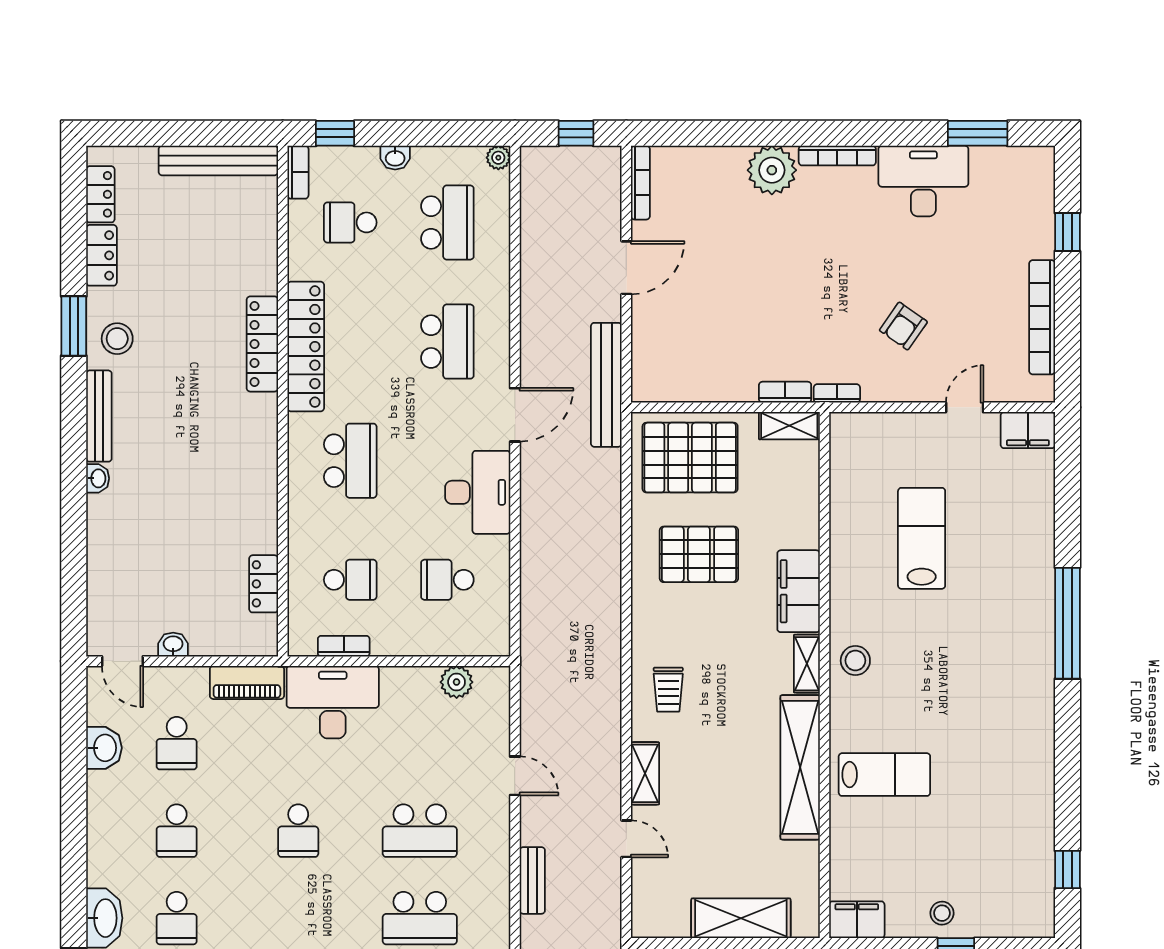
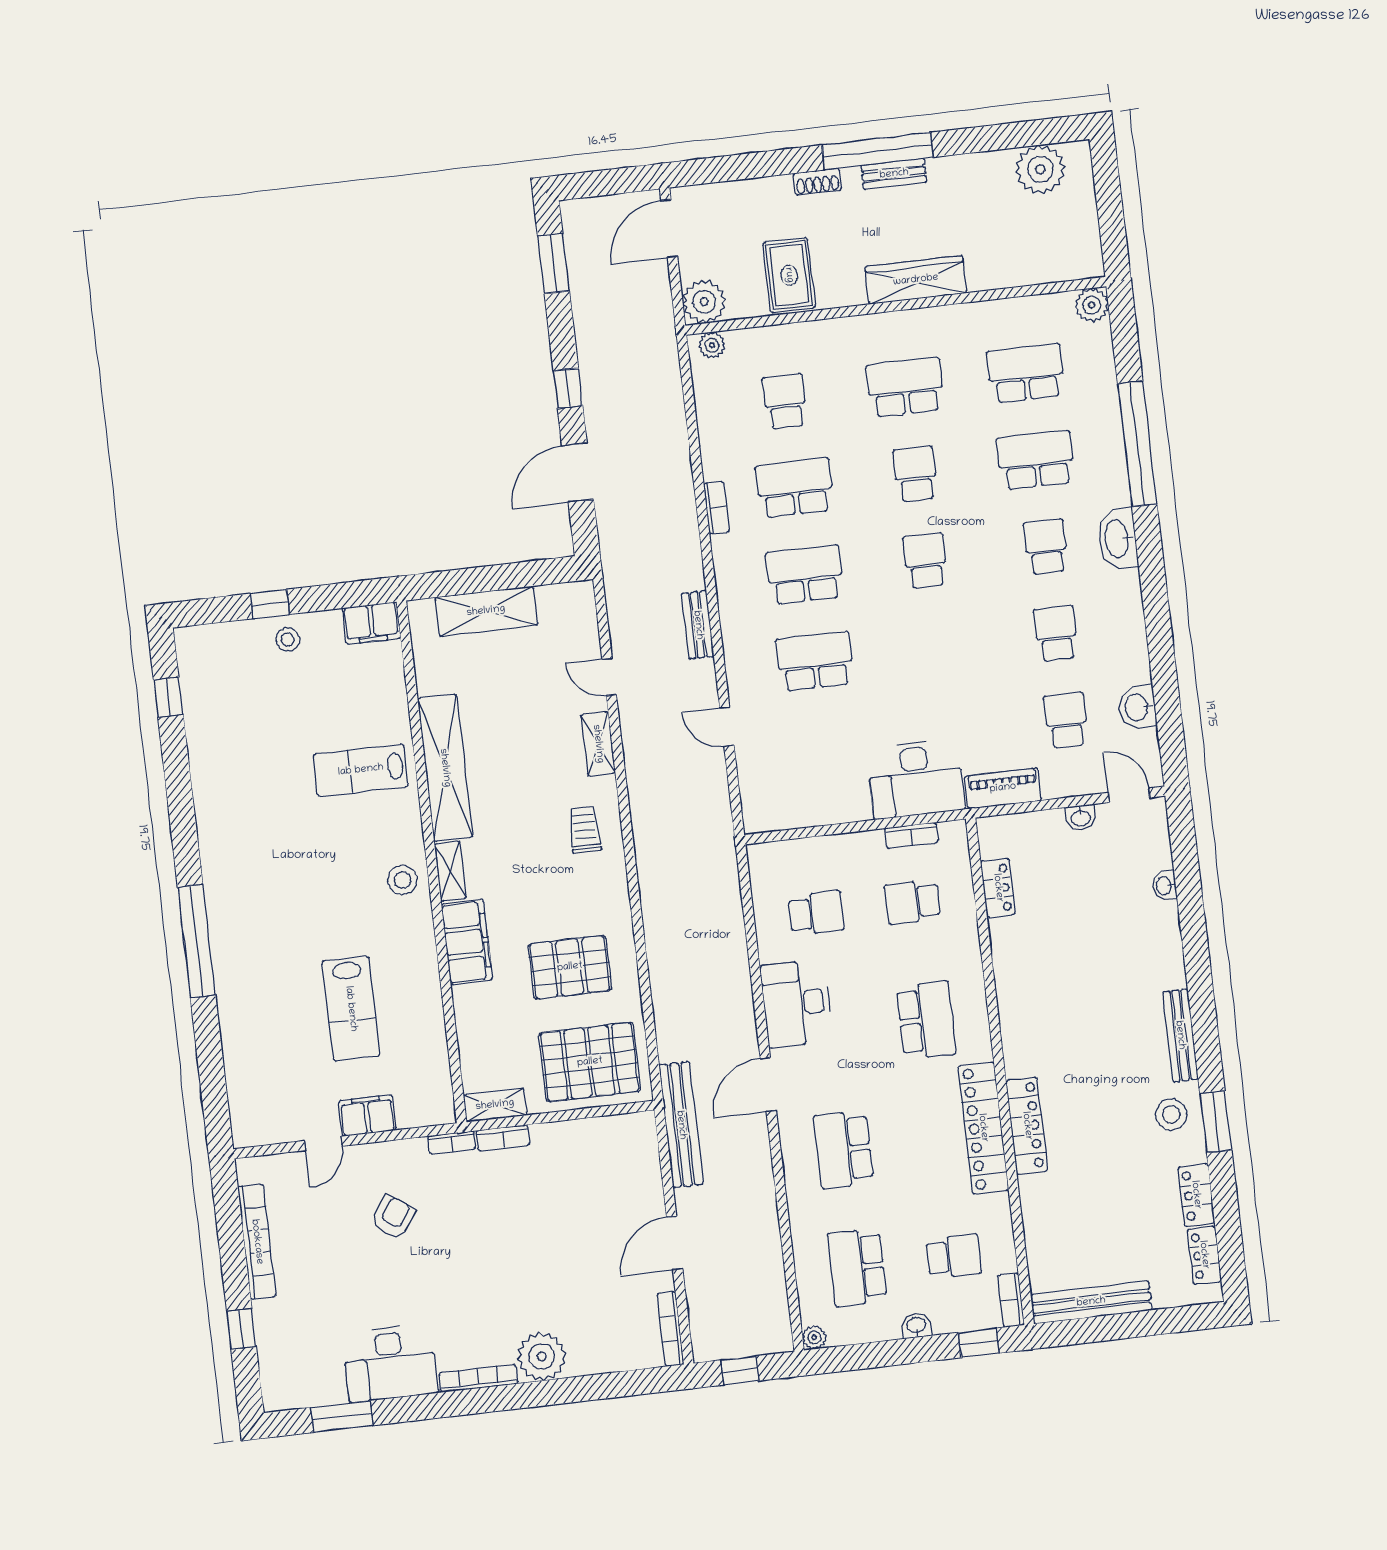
filing cabinet: (1028, 430) -> (367, 1115), moved
school desk: (350, 461) -> (926, 1020), turned 180
washbasin: (98, 478) -> (1164, 886), moved
plant: (457, 682) -> (795, 813), removed
school desk: (298, 831) -> (925, 561), moved

